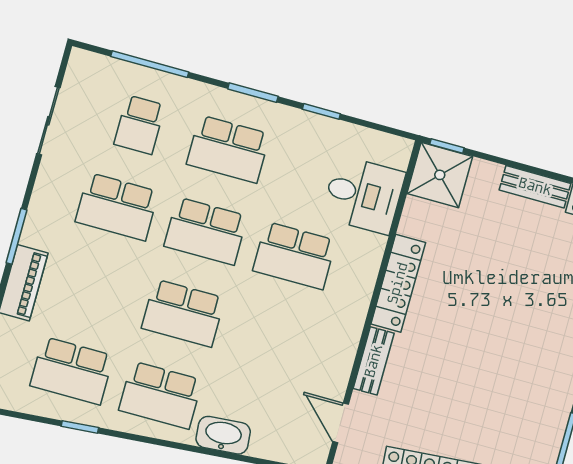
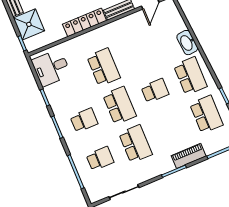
school desk: (228, 149) -> (84, 120), width x0.54
shower: (440, 175) -> (29, 24), moved
desk: (363, 195) -> (51, 68), moved, turned -90
school desk: (183, 313) -> (155, 91), width x0.54

